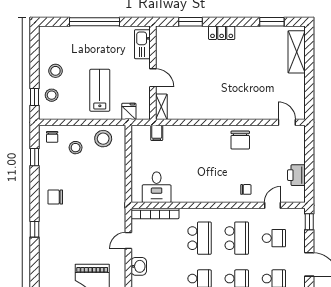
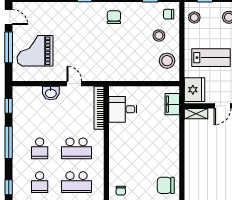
stool: (52, 95) -> (194, 17), moved
fridge: (129, 111) -> (194, 90), width x1.88, depth x1.34
filing cabinet: (157, 133) -> (172, 104), width x2.00

